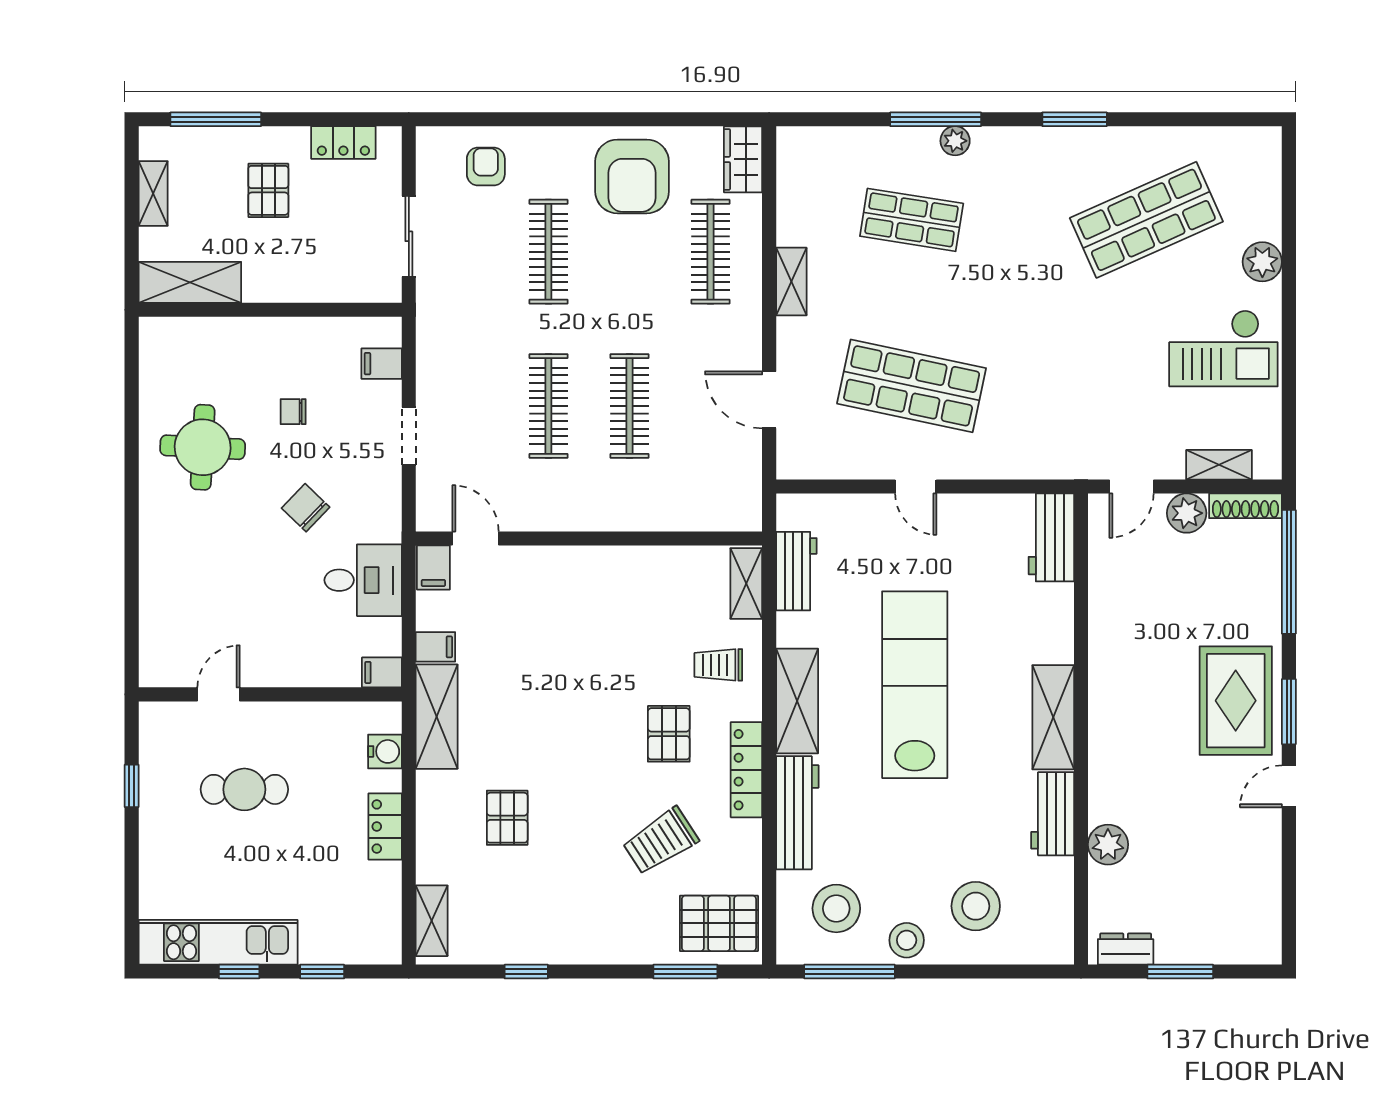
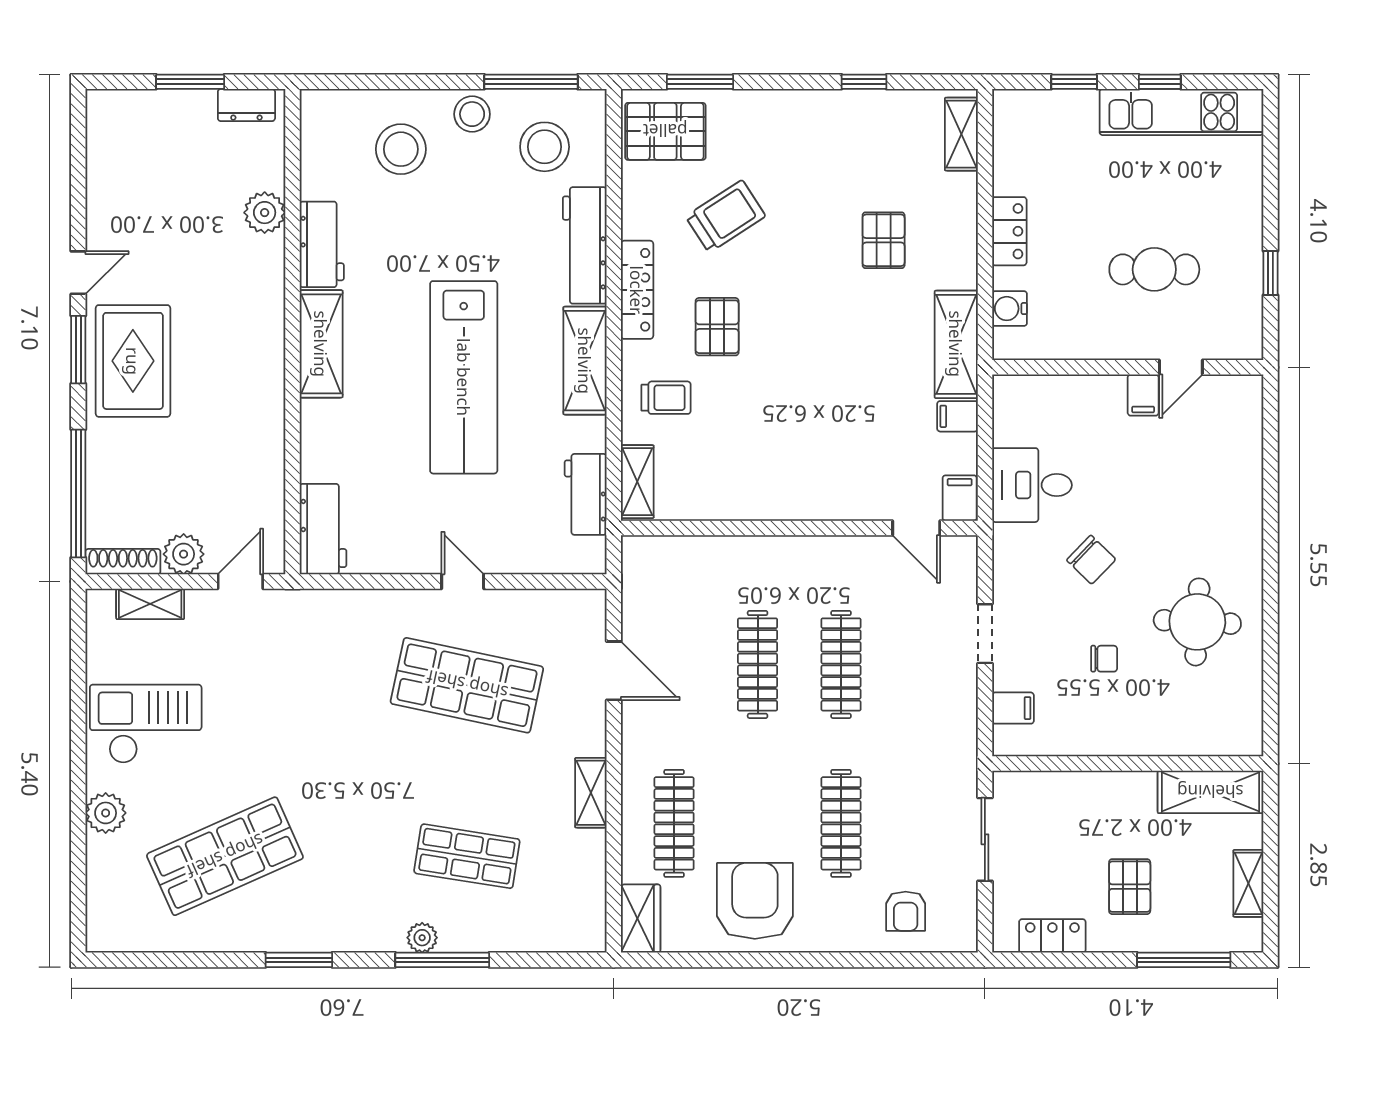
filing cabinet: (382, 672) -> (1143, 395), moved, turned 90

